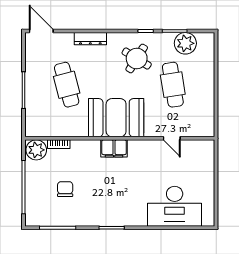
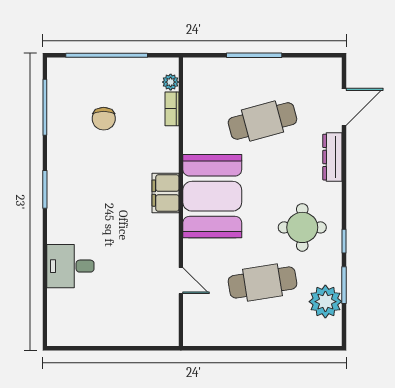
door: (41, 31) -> (344, 107), moved
round table: (137, 59) -> (302, 227), turned -32
door: (172, 138) -> (181, 281), swing flipped
plant: (36, 150) -> (171, 82), width x0.53, depth x0.53
chair: (65, 189) -> (104, 119), turned 90
desk: (175, 206) -> (70, 266), width x0.53, depth x0.77

